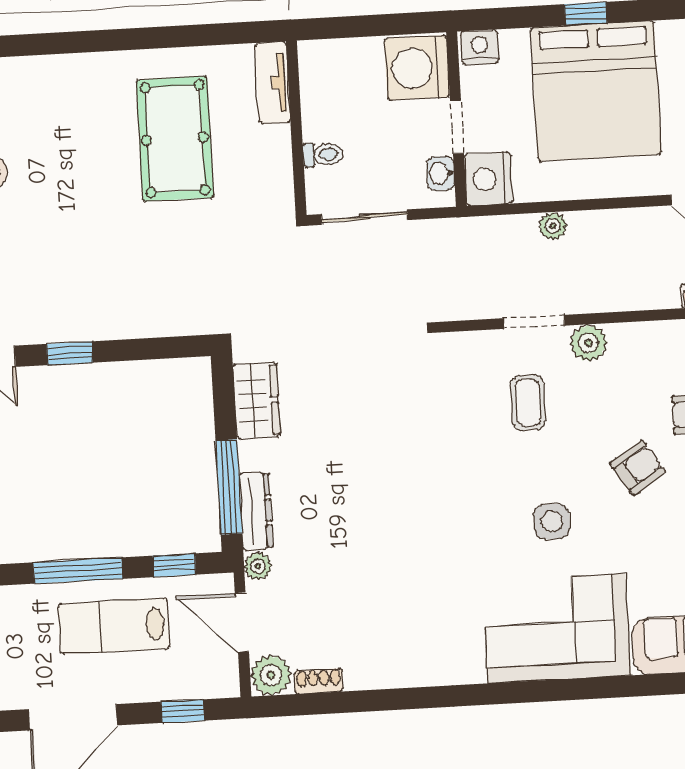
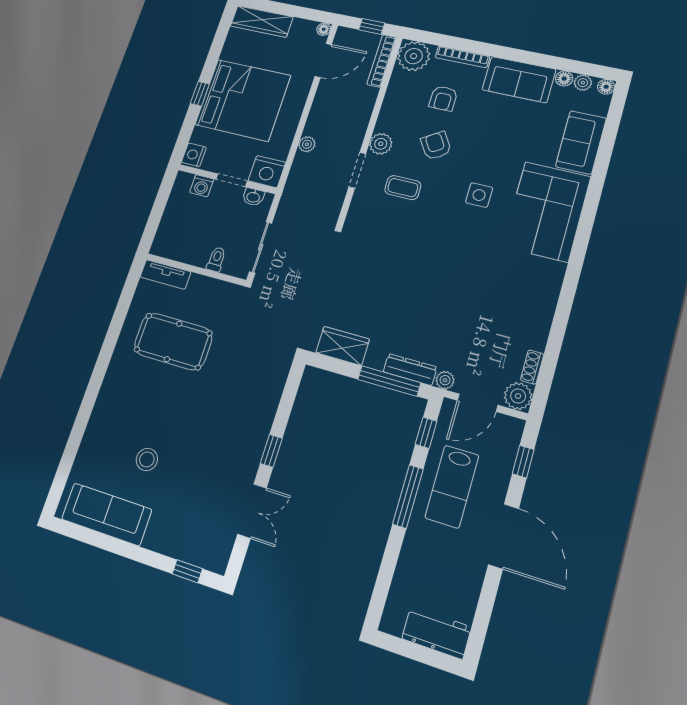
washing machine: (417, 68) -> (202, 186), width x0.53, depth x0.53
armchair: (638, 468) -> (436, 146), moved

